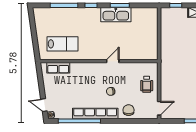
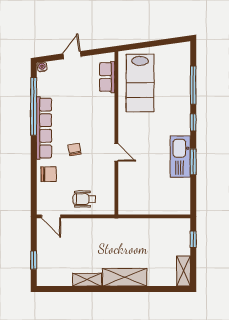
lab bench: (63, 44) -> (140, 83), width x1.36, depth x1.39
door: (44, 105) -> (72, 55), moved

